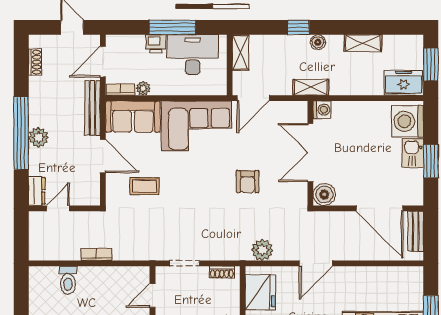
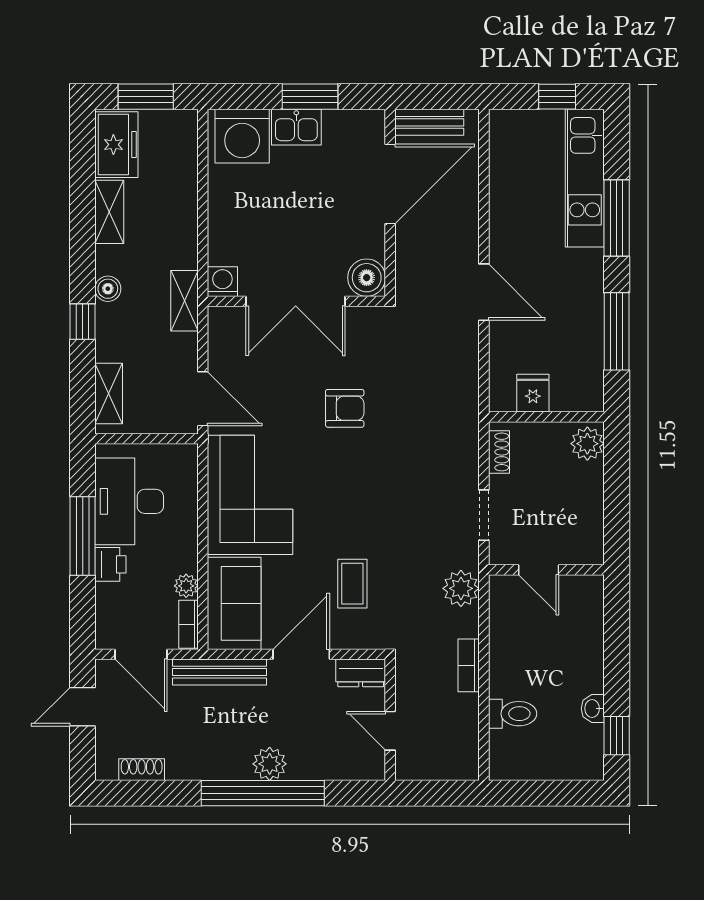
shelving: (240, 53) -> (109, 394), moved, turned 90
freezer: (404, 83) -> (116, 145), moved, turned 180
dresser: (37, 191) -> (361, 673), moved, turned 180
plant: (262, 250) -> (461, 588), moved
fridge: (260, 292) -> (533, 393), width x0.53, depth x0.75

